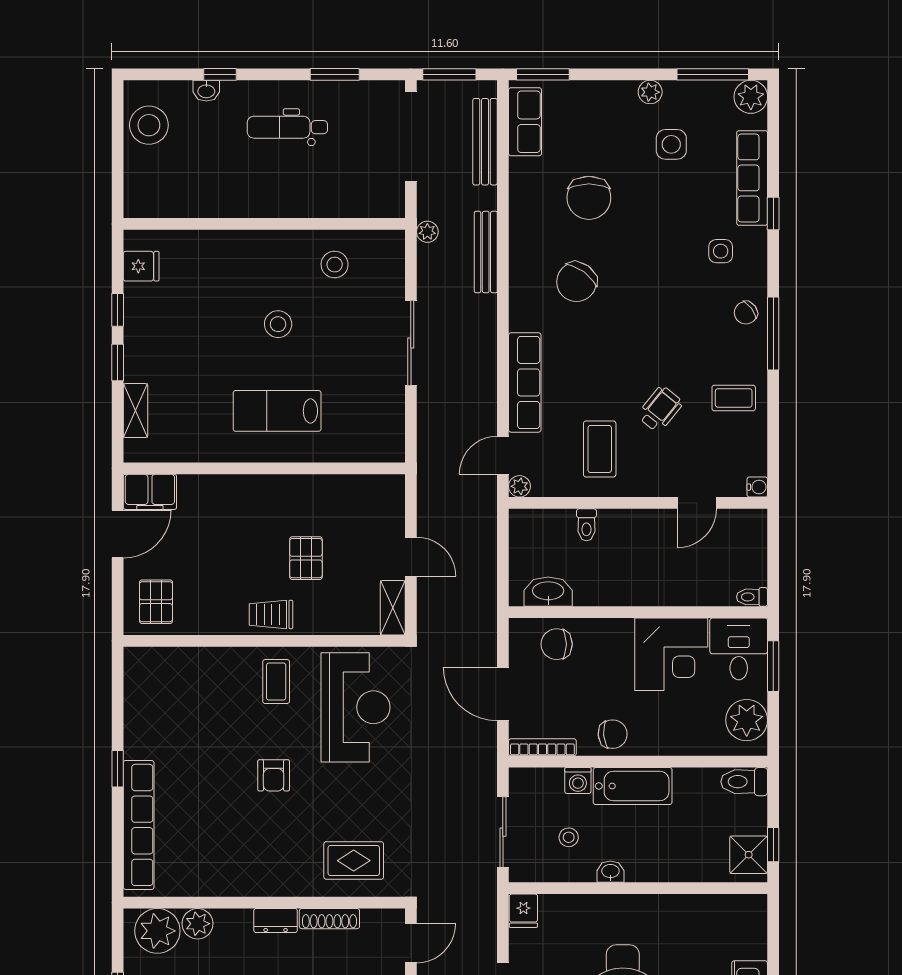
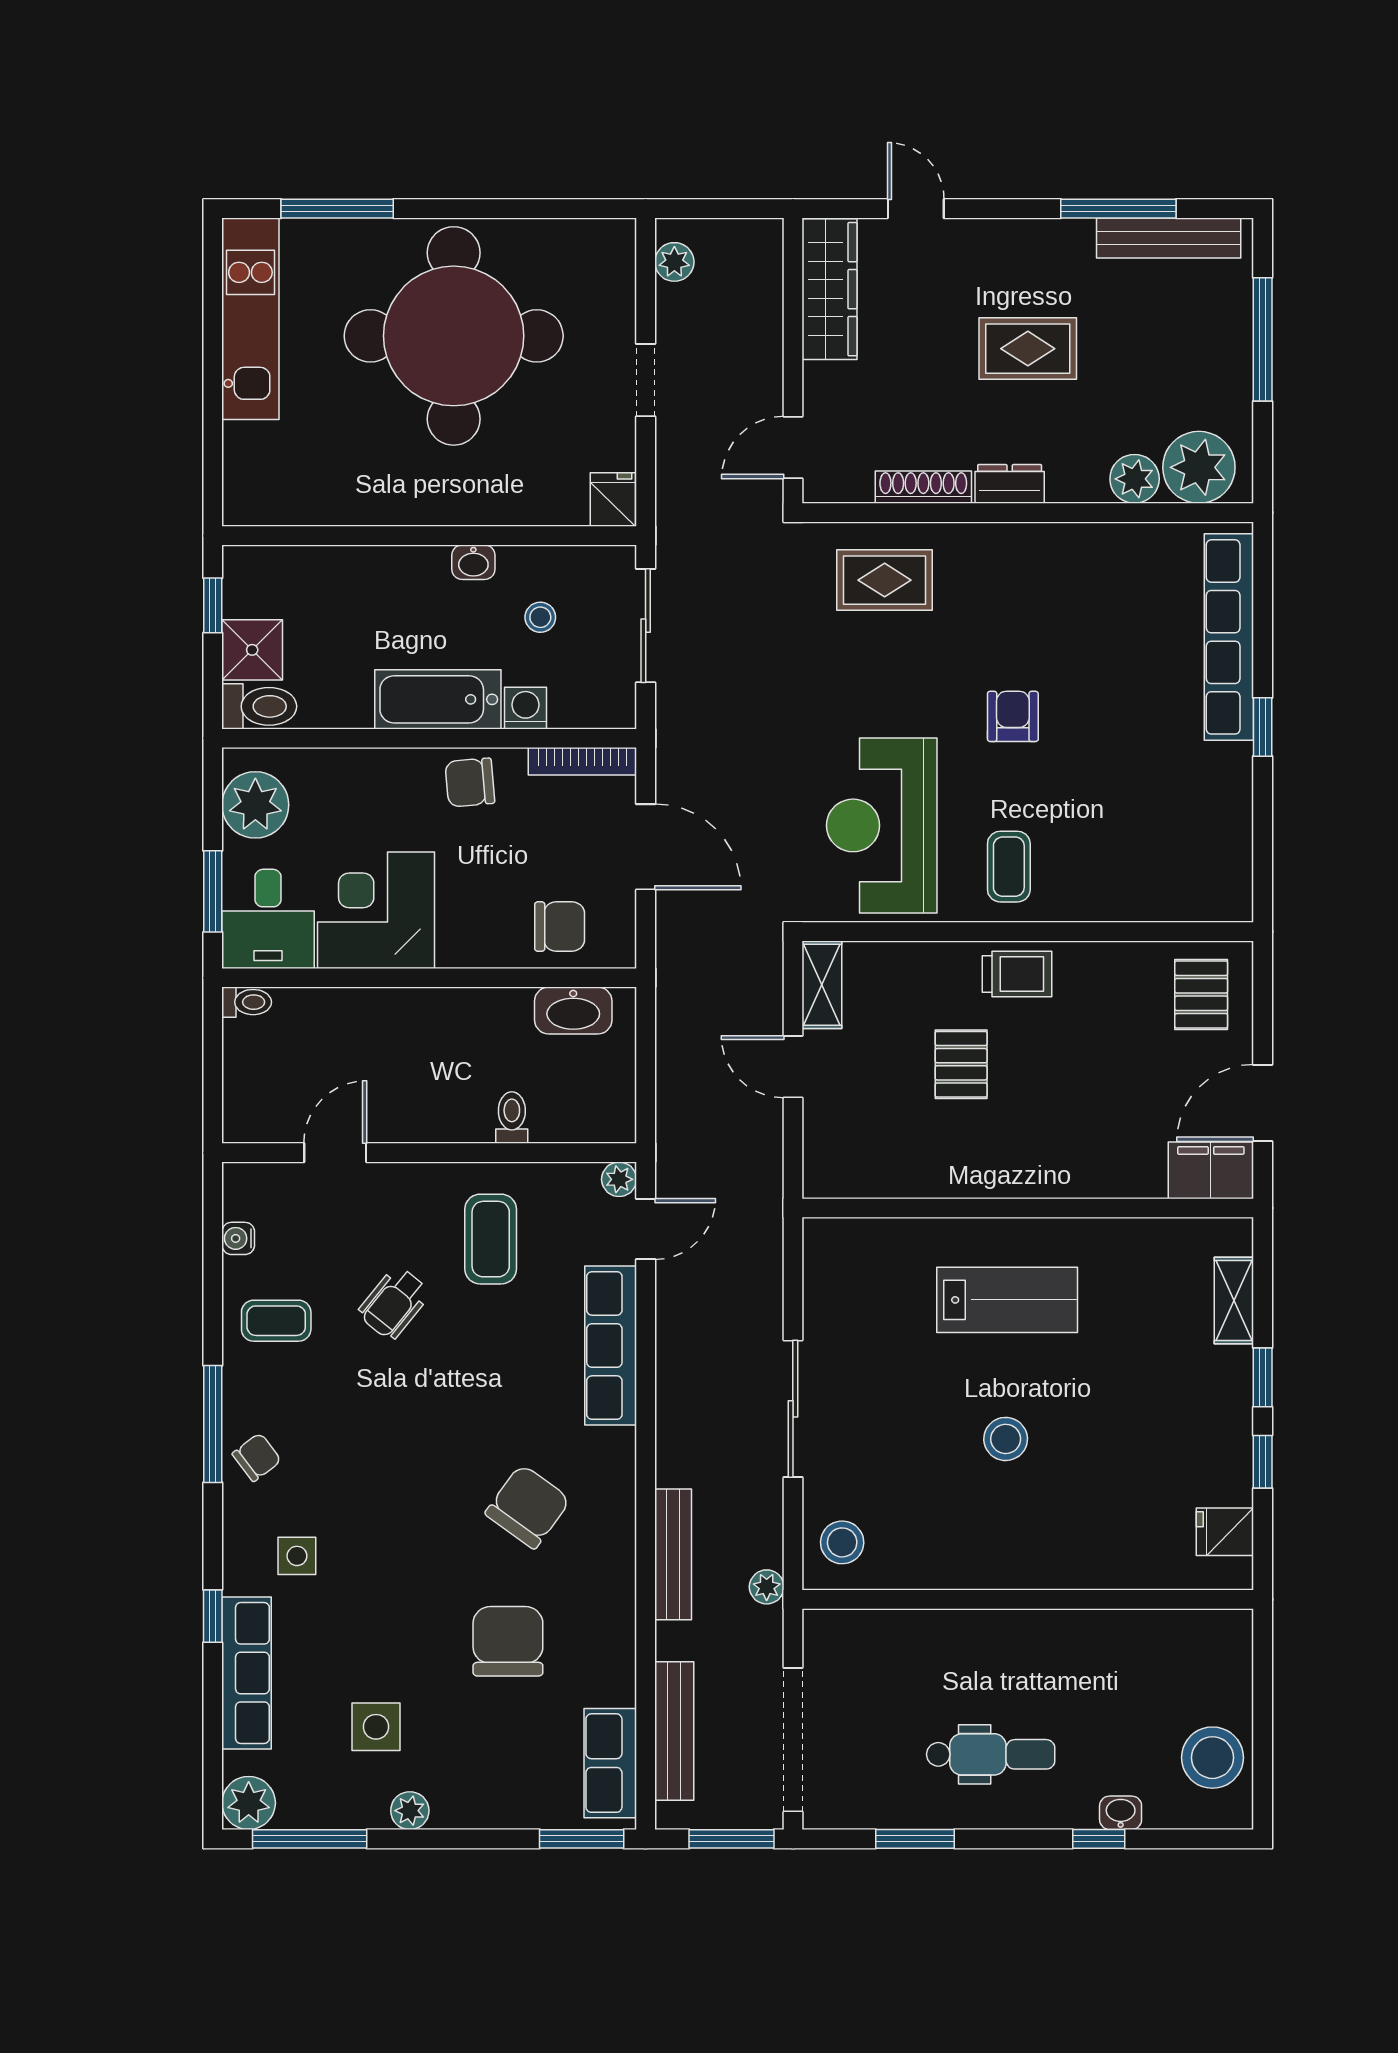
stool: (335, 265) -> (842, 1542), moved
water cooler: (757, 487) -> (238, 1238), moved
shower: (749, 855) -> (252, 650), moved

